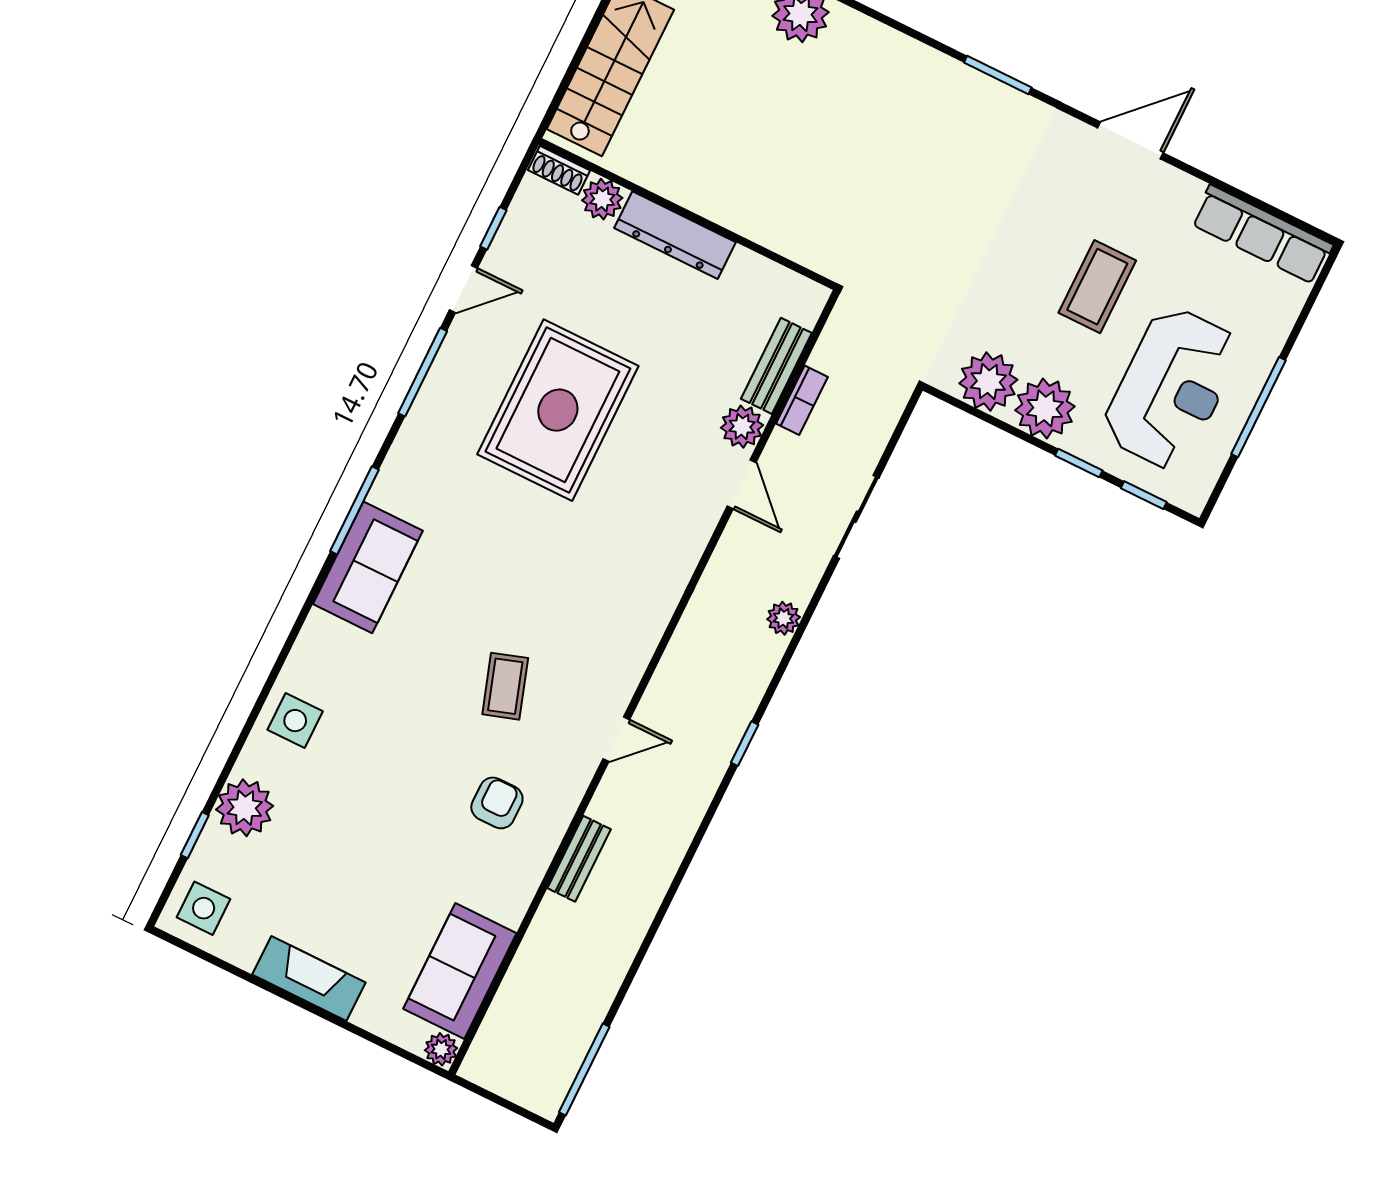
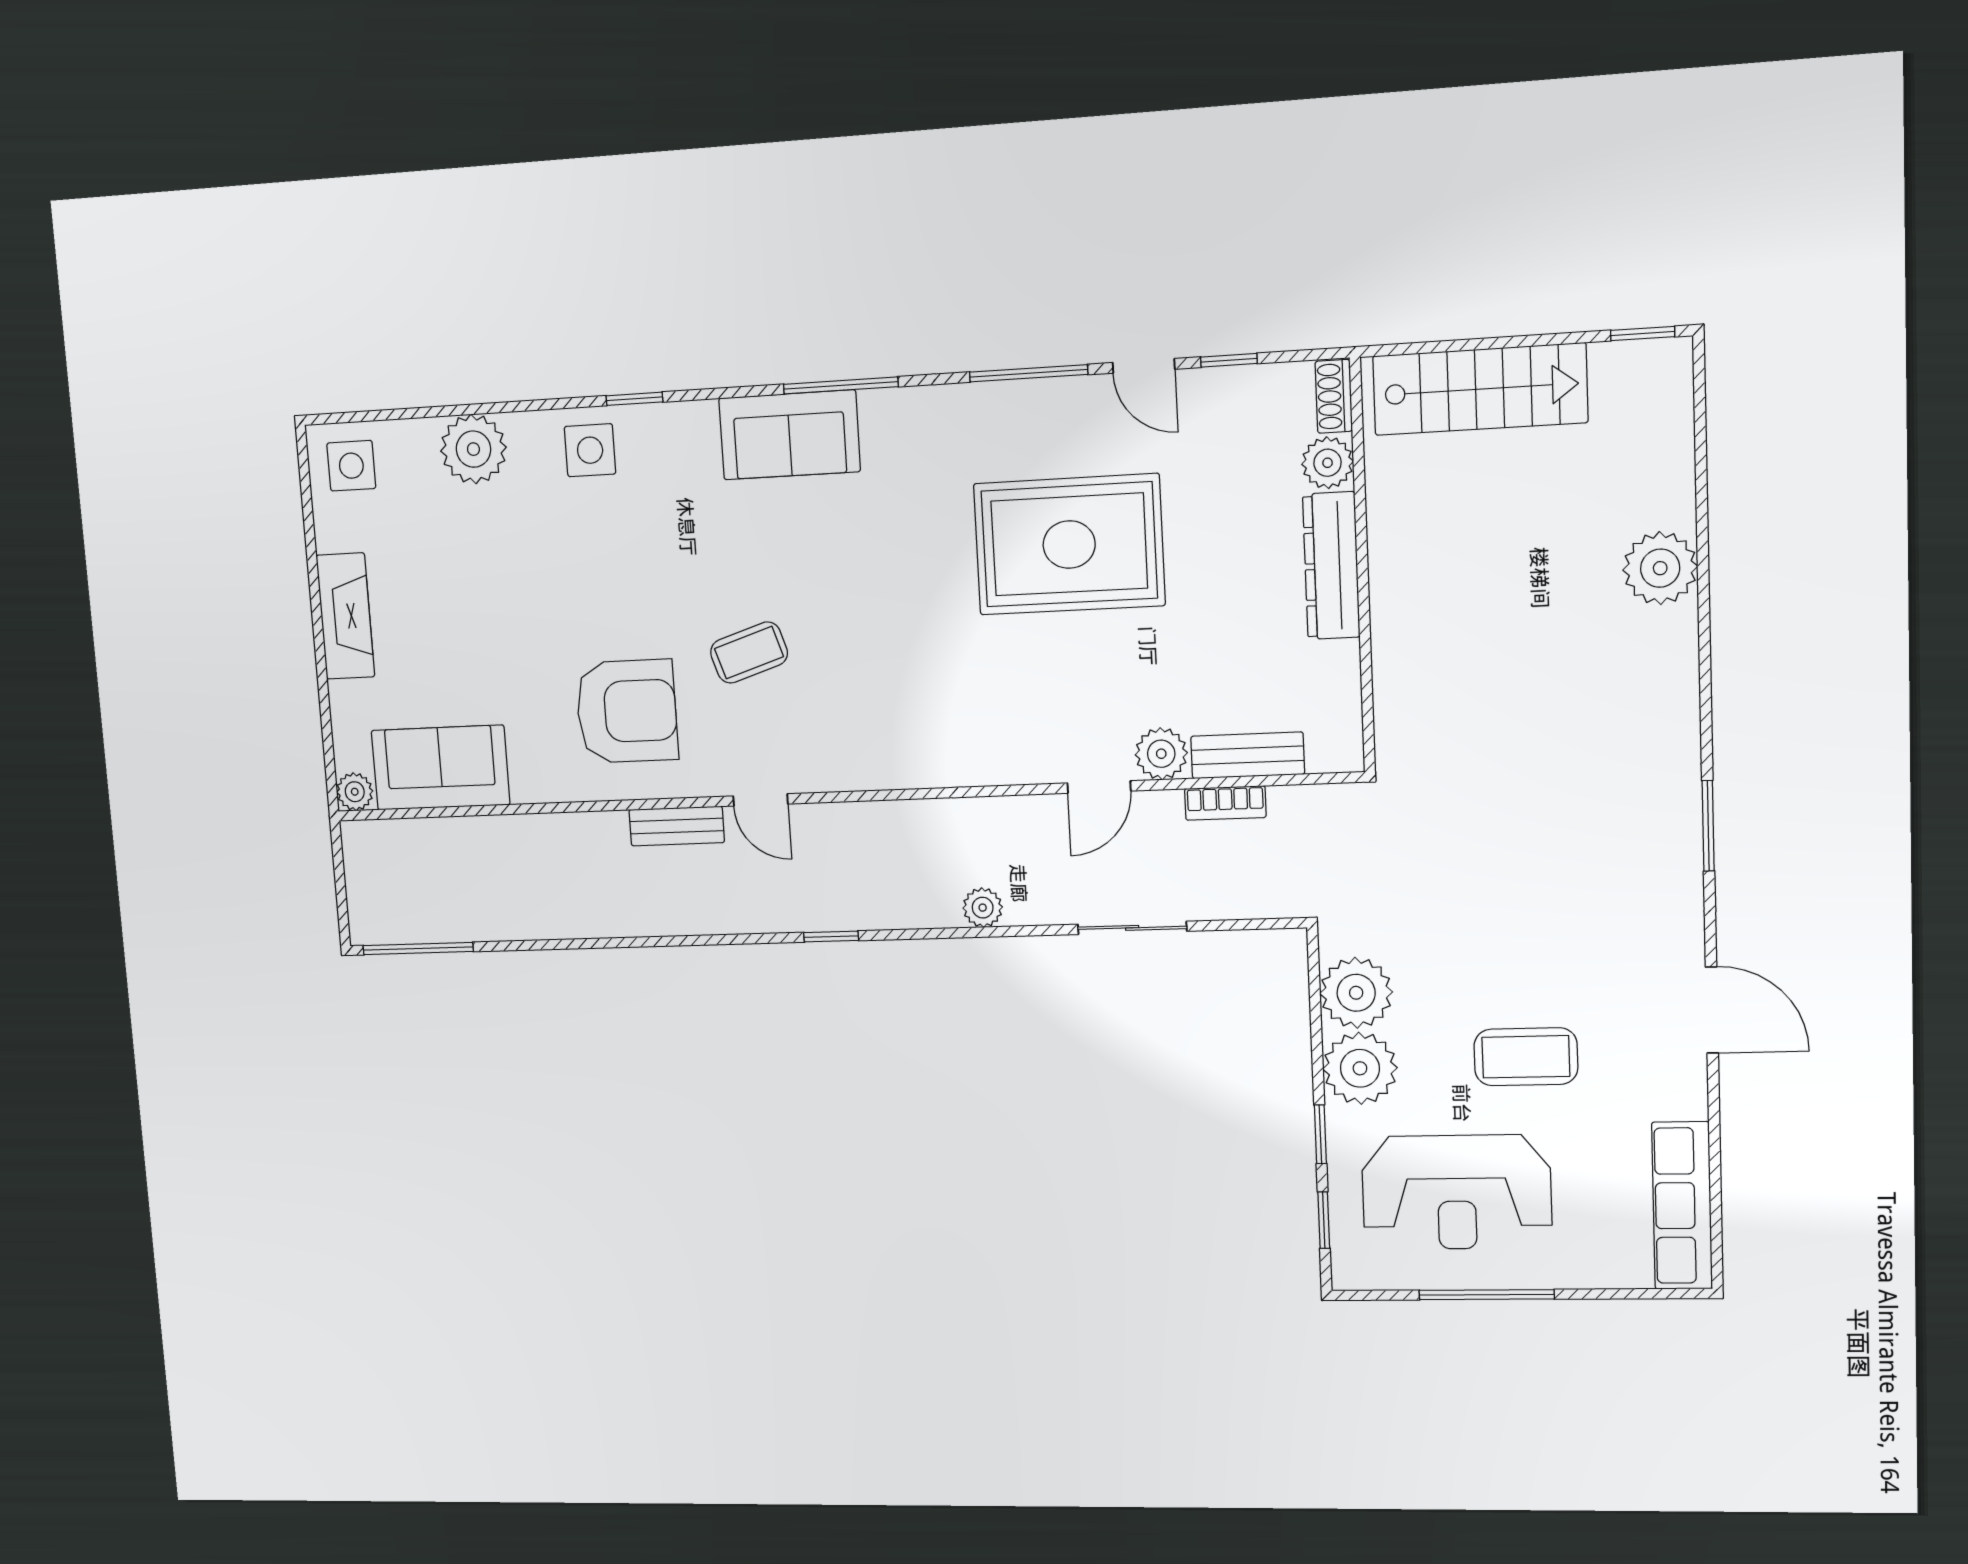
armchair: (497, 803) -> (627, 711), width x1.88, depth x1.88
window: (195, 835) -> (634, 399), moved
bench: (579, 859) -> (677, 826), moved

